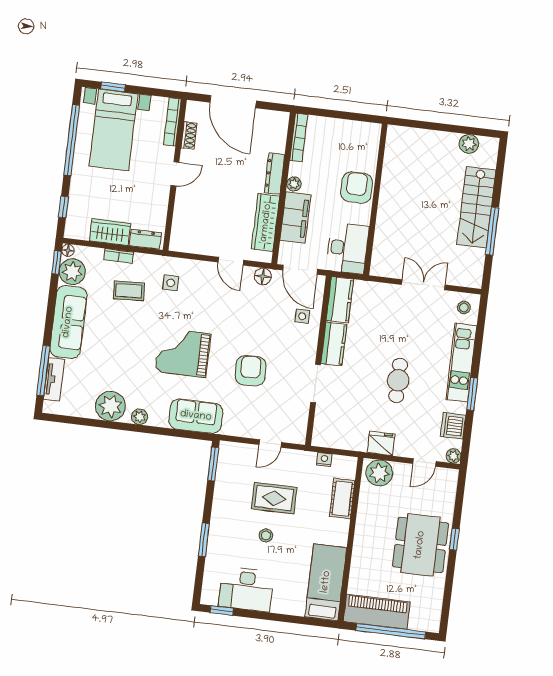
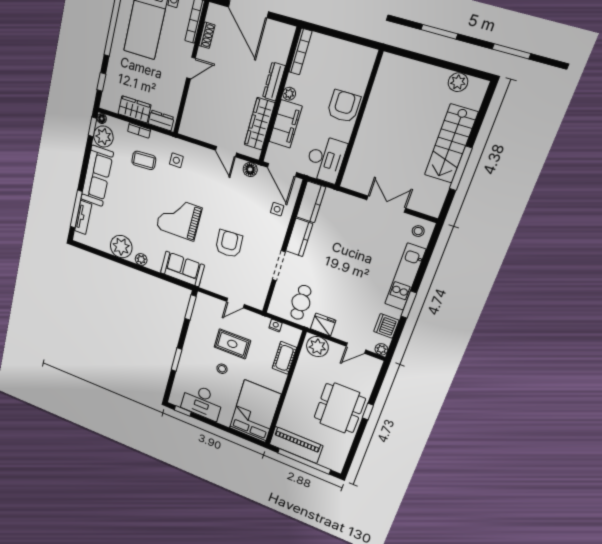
cafe table: (398, 380) -> (301, 302), moved
bed: (326, 582) -> (255, 411), width x1.50

